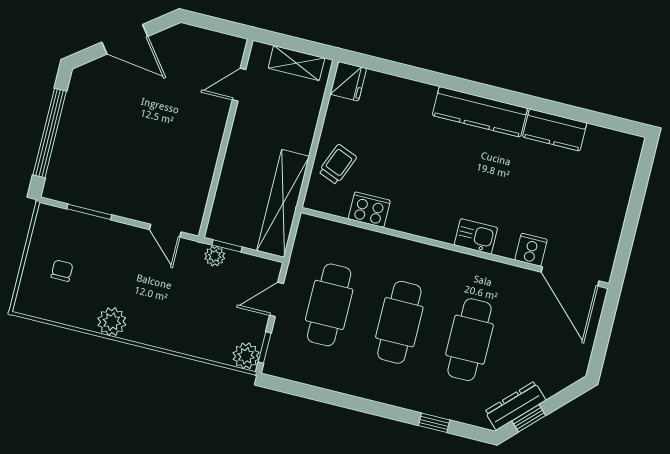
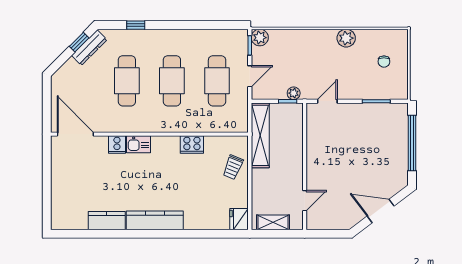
cooker: (369, 210) -> (192, 145), moved
door: (165, 231) -> (327, 101), hinge flipped
cooker: (531, 250) -> (117, 144), moved

